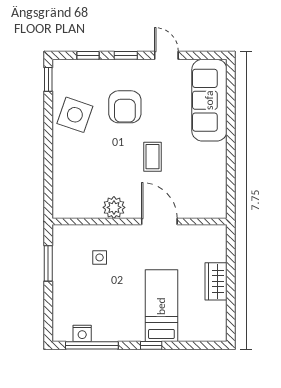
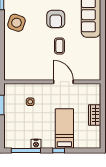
armchair: (125, 107) -> (56, 19), moved
plant: (114, 207) -> (38, 74), removed
nightstand: (82, 333) -> (36, 144), moved

